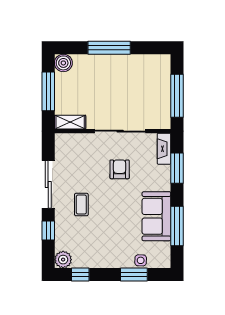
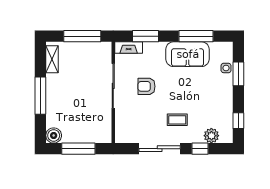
shelving: (70, 122) -> (52, 59), moved
plant: (63, 260) -> (211, 136), moved

